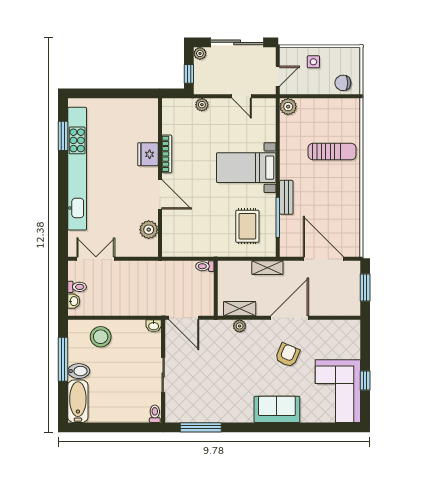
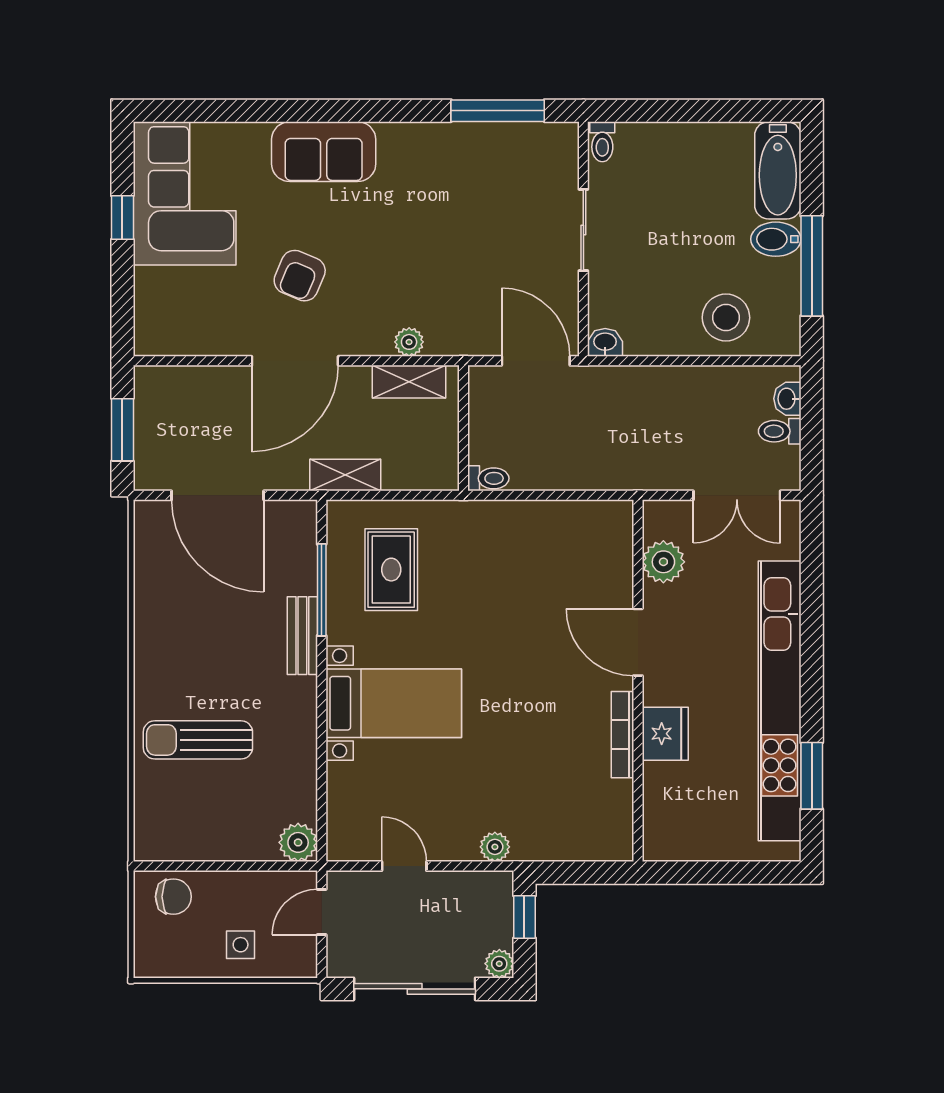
fridge: (148, 154) -> (665, 734), moved
bookcase: (167, 154) -> (622, 735), moved
wall: (160, 178) -> (638, 681), moved
door: (160, 194) -> (638, 642), moved
plant: (149, 230) -> (663, 562), moved

